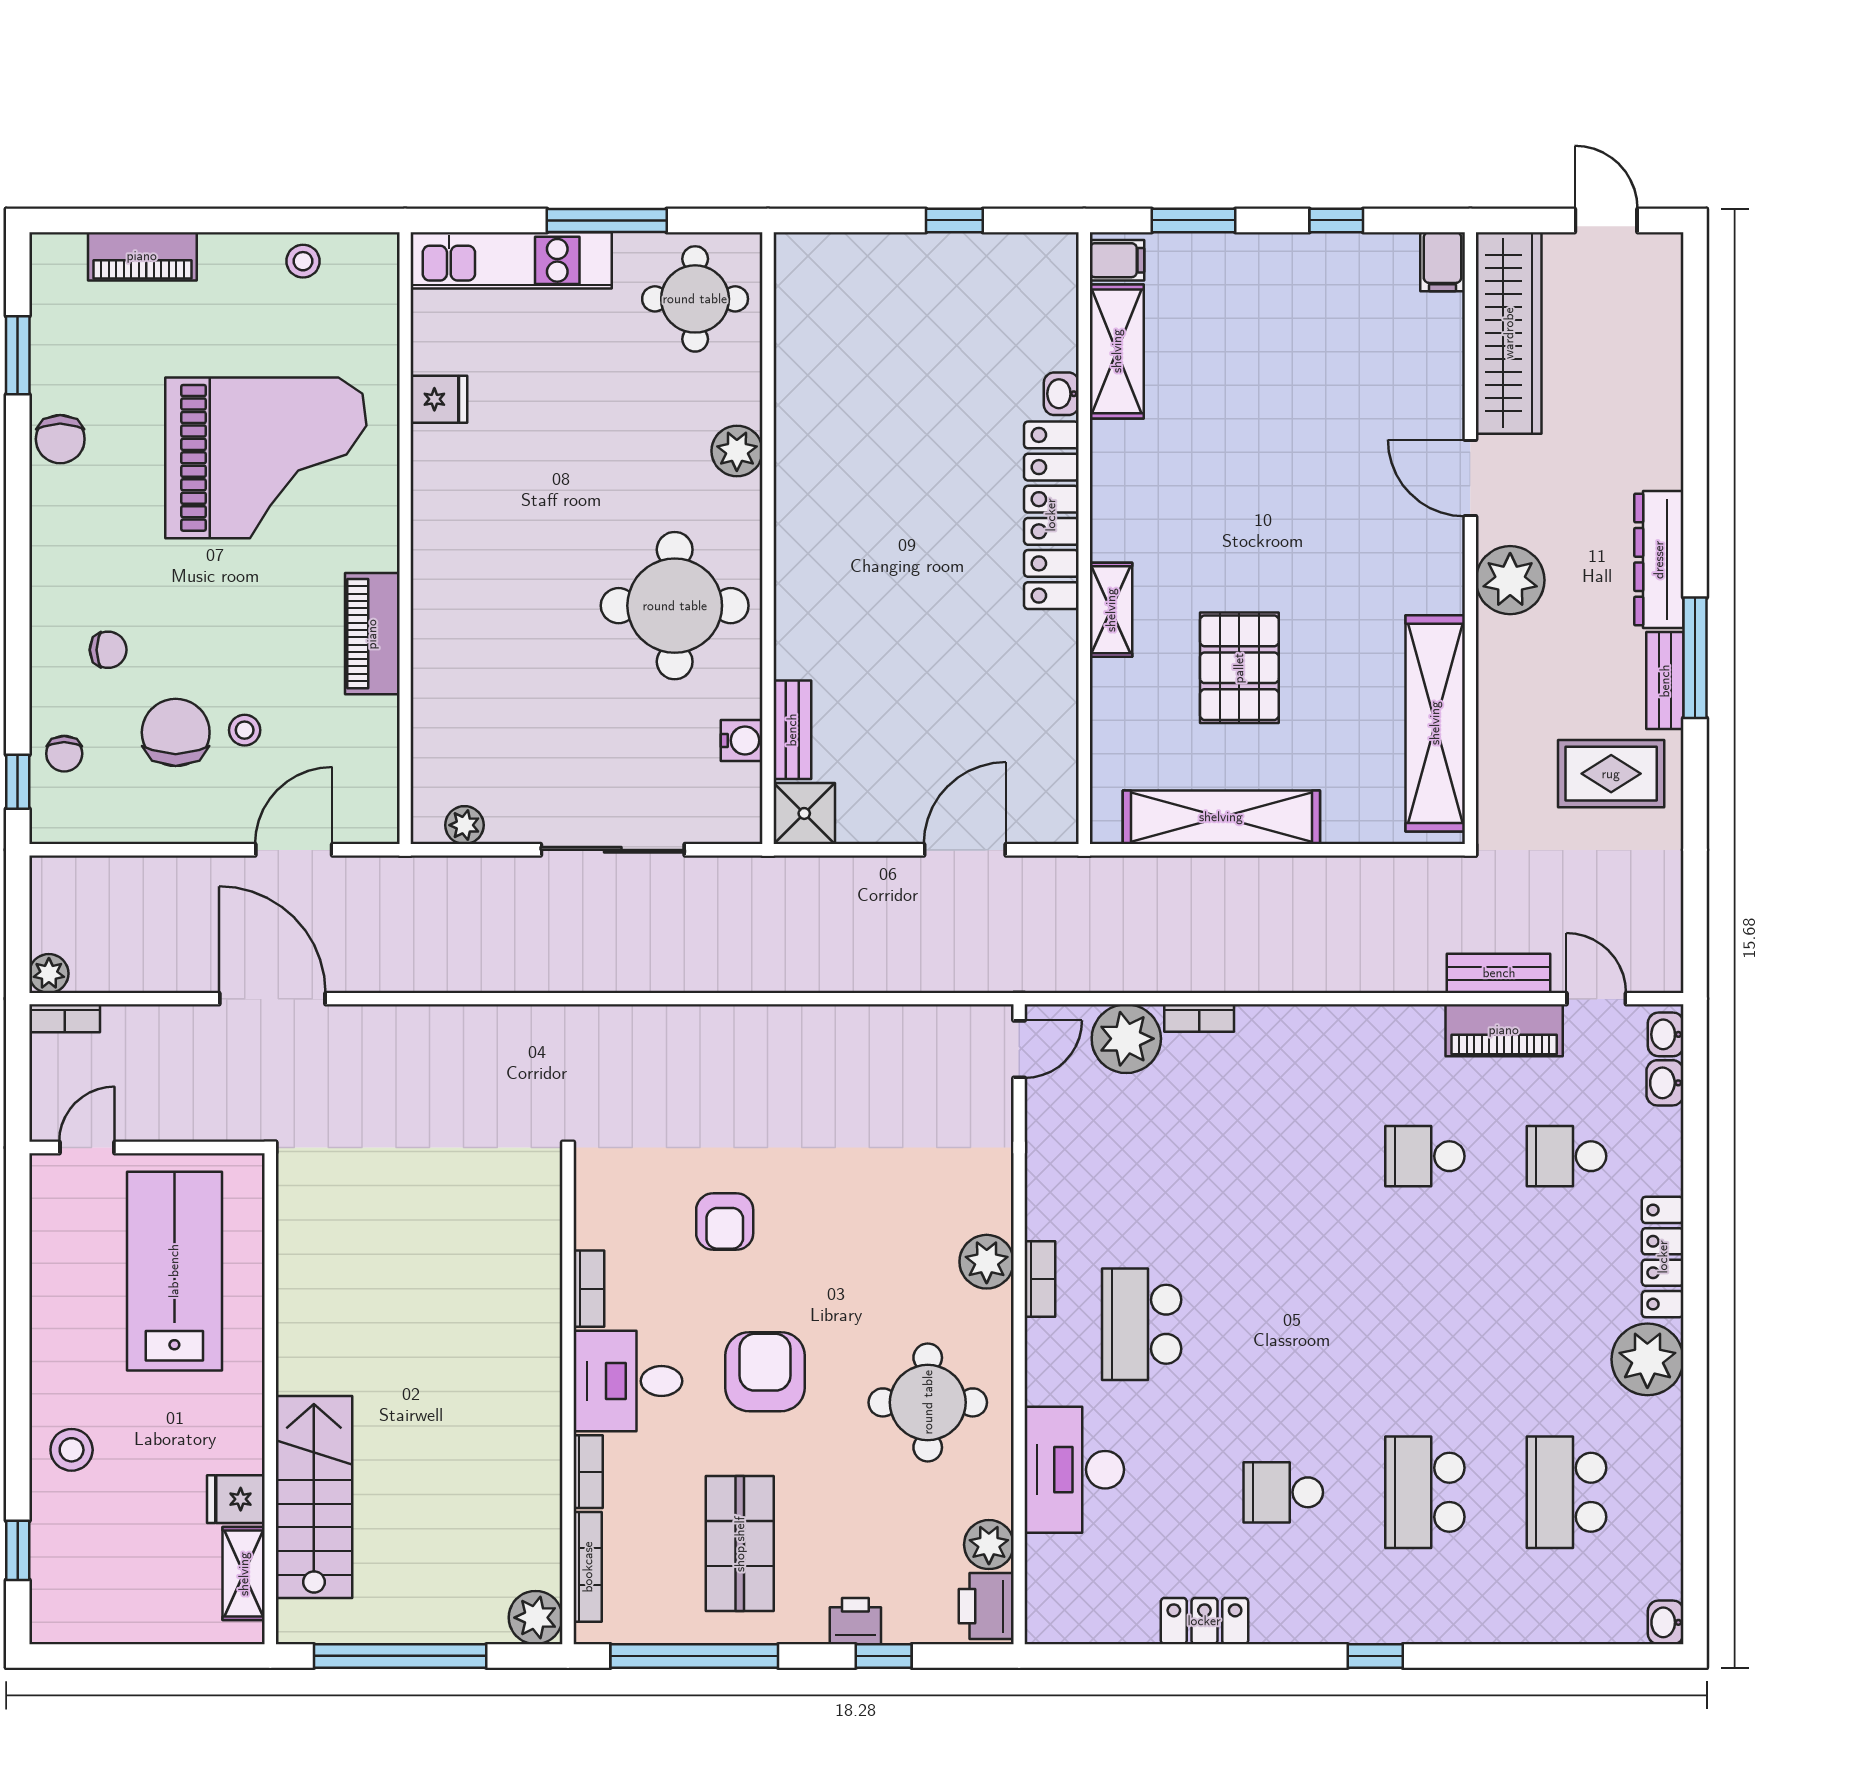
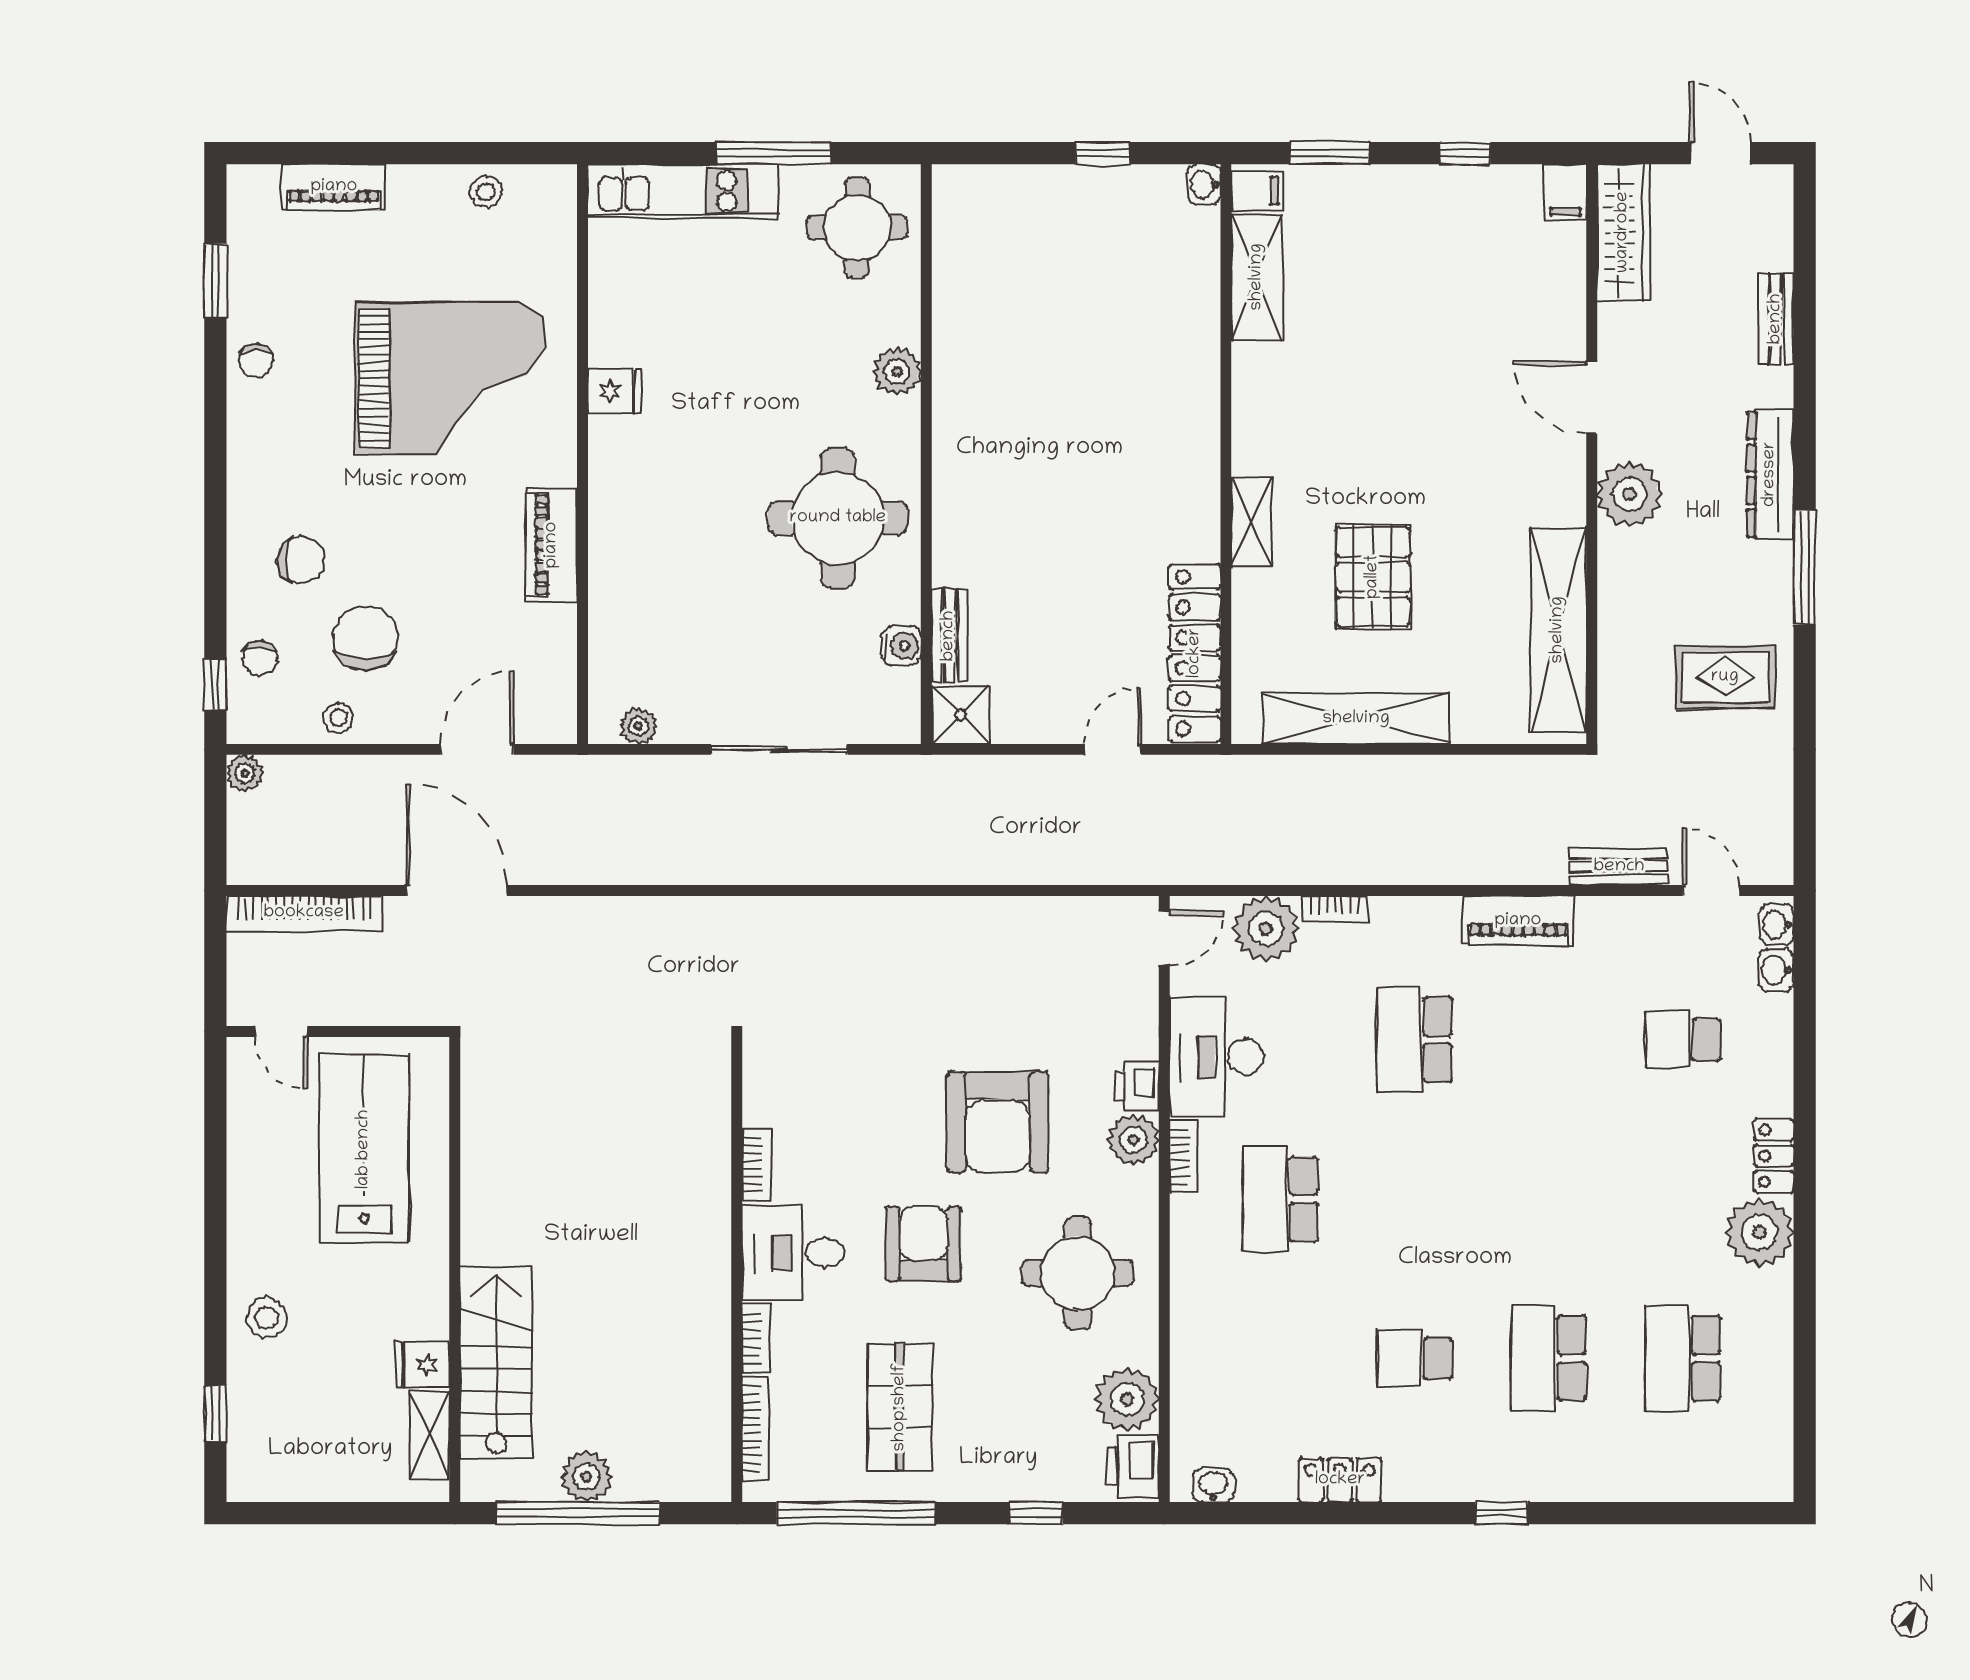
wardrobe: (1509, 333) -> (1623, 232), width x0.71, depth x0.85
washbasin: (1061, 394) -> (1204, 185), moved
fridge: (439, 399) -> (615, 391), moved
chair: (60, 439) -> (256, 360), width x0.73, depth x0.73
locker: (1051, 515) -> (1195, 653), moved
chair: (108, 650) -> (301, 560), width x1.37, depth x1.37
bench: (1665, 681) -> (1776, 319), moved
stool: (245, 730) -> (338, 718), moved
door: (965, 850) -> (1113, 749), width x0.73
plant: (49, 974) -> (245, 773), moved
bookcase: (65, 1018) -> (304, 913), width x2.31, depth x1.31
piano: (1504, 1030) -> (1518, 921), moved
door: (87, 1147) -> (281, 1031), swing flipped
school desk: (1425, 1156) -> (1414, 1040), moved, width x1.85
armchair: (725, 1222) -> (998, 1122), moved, width x1.88, depth x1.88
locker: (1663, 1257) -> (1774, 1156), width x0.66
desk: (1074, 1470) -> (1217, 1057), moved
plant: (989, 1545) -> (1127, 1399), width x1.36, depth x1.36
plant: (536, 1618) -> (586, 1477), moved
printer: (855, 1621) -> (1137, 1086), moved, turned -90
washbasin: (1666, 1622) -> (1213, 1485), moved, turned 90

